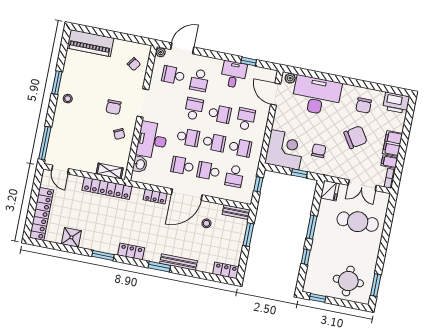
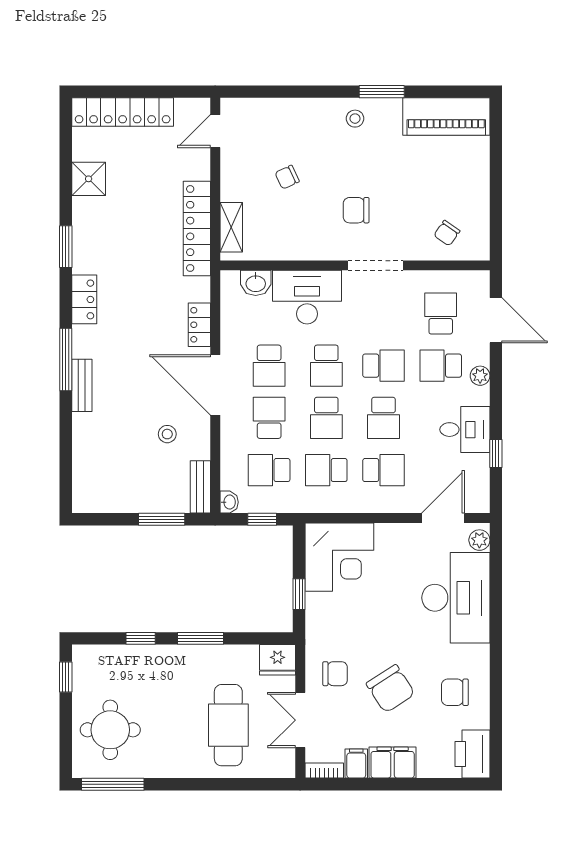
piano: (90, 43) -> (446, 117), moved, turned -90
plant: (161, 52) -> (480, 376), moved
chair: (119, 134) -> (287, 177), moved
window: (45, 143) -> (260, 92), removed
school desk: (240, 148) -> (326, 470), turned 90
chair: (319, 151) -> (335, 674), moved
school desk: (182, 166) -> (269, 366), turned 180
washbasin: (246, 199) -> (229, 502), added
bench: (178, 262) -> (82, 385), width x0.73
window: (159, 267) -> (66, 359), width x1.44
locker: (226, 270) -> (84, 489), removed
window: (376, 285) -> (113, 784), width x1.44

